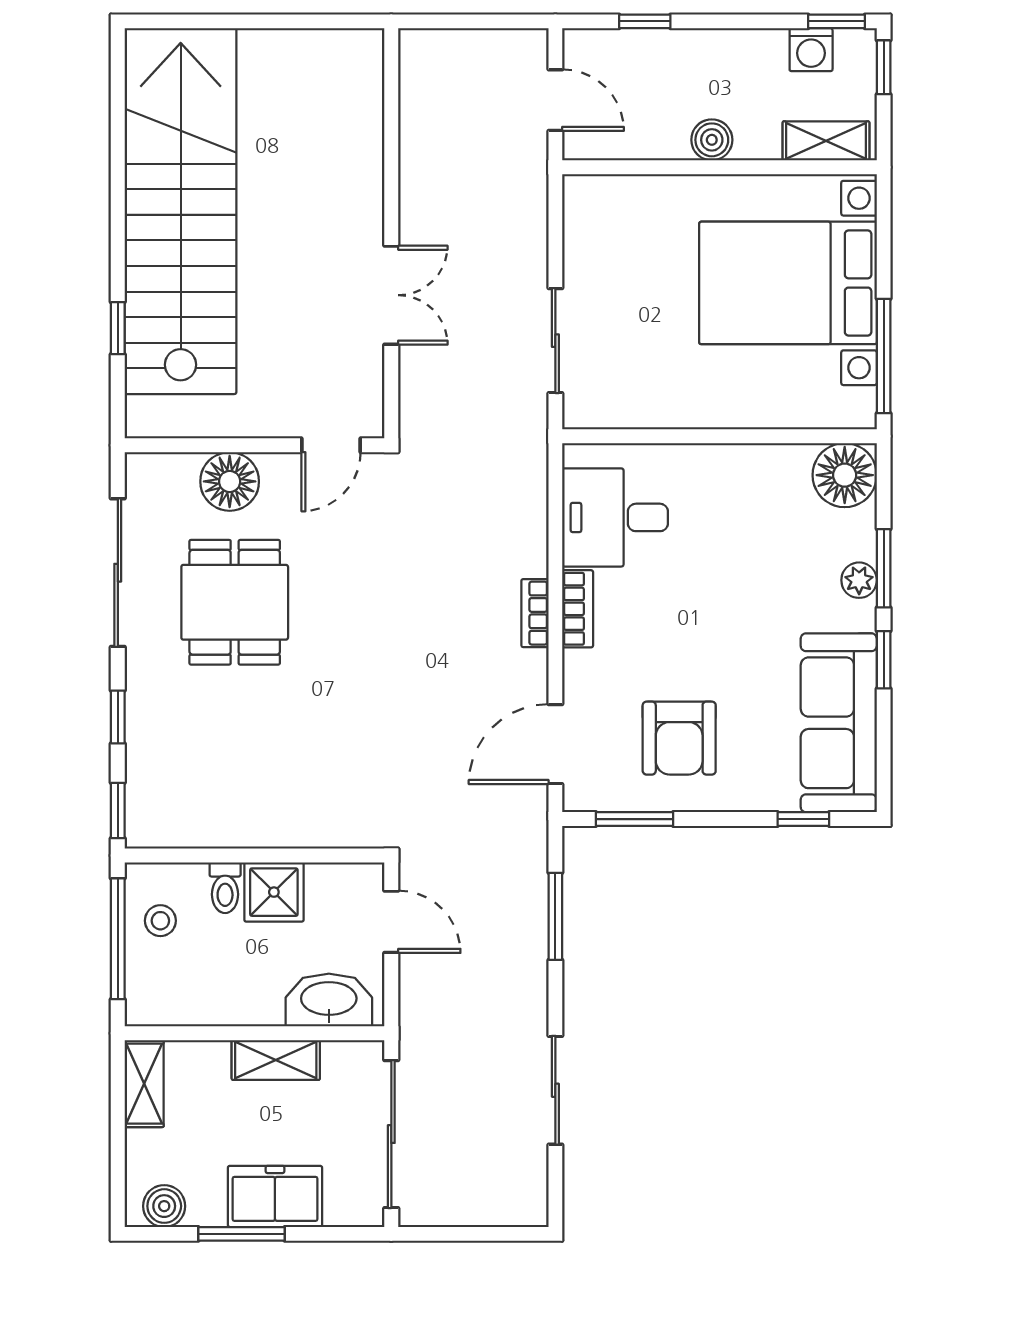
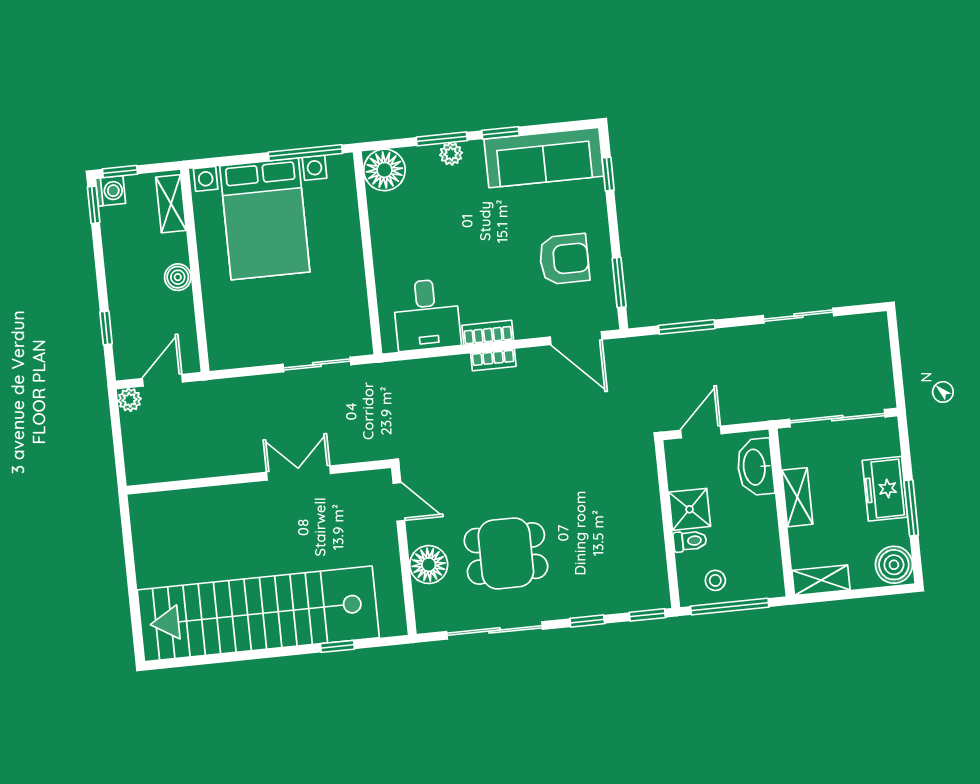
plant: (530, 46) -> (130, 400), added
washing machine: (811, 50) -> (111, 191), moved
boiler: (164, 1206) -> (894, 565), width x1.36, depth x1.36

